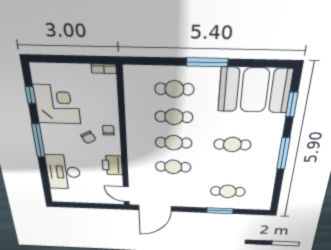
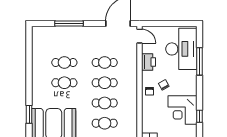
window: (38, 141) -> (200, 61), moved
window: (283, 153) -> (29, 77), removed
desk: (63, 172) -> (181, 49), width x1.36, depth x1.30
cafe table: (228, 191) -> (64, 62), moved
window: (220, 211) -> (69, 24), width x1.44

